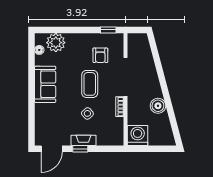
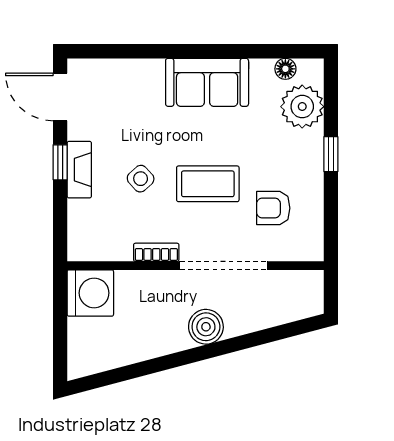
window: (108, 30) -> (331, 154), moved
boiler: (158, 106) -> (206, 327), moved

